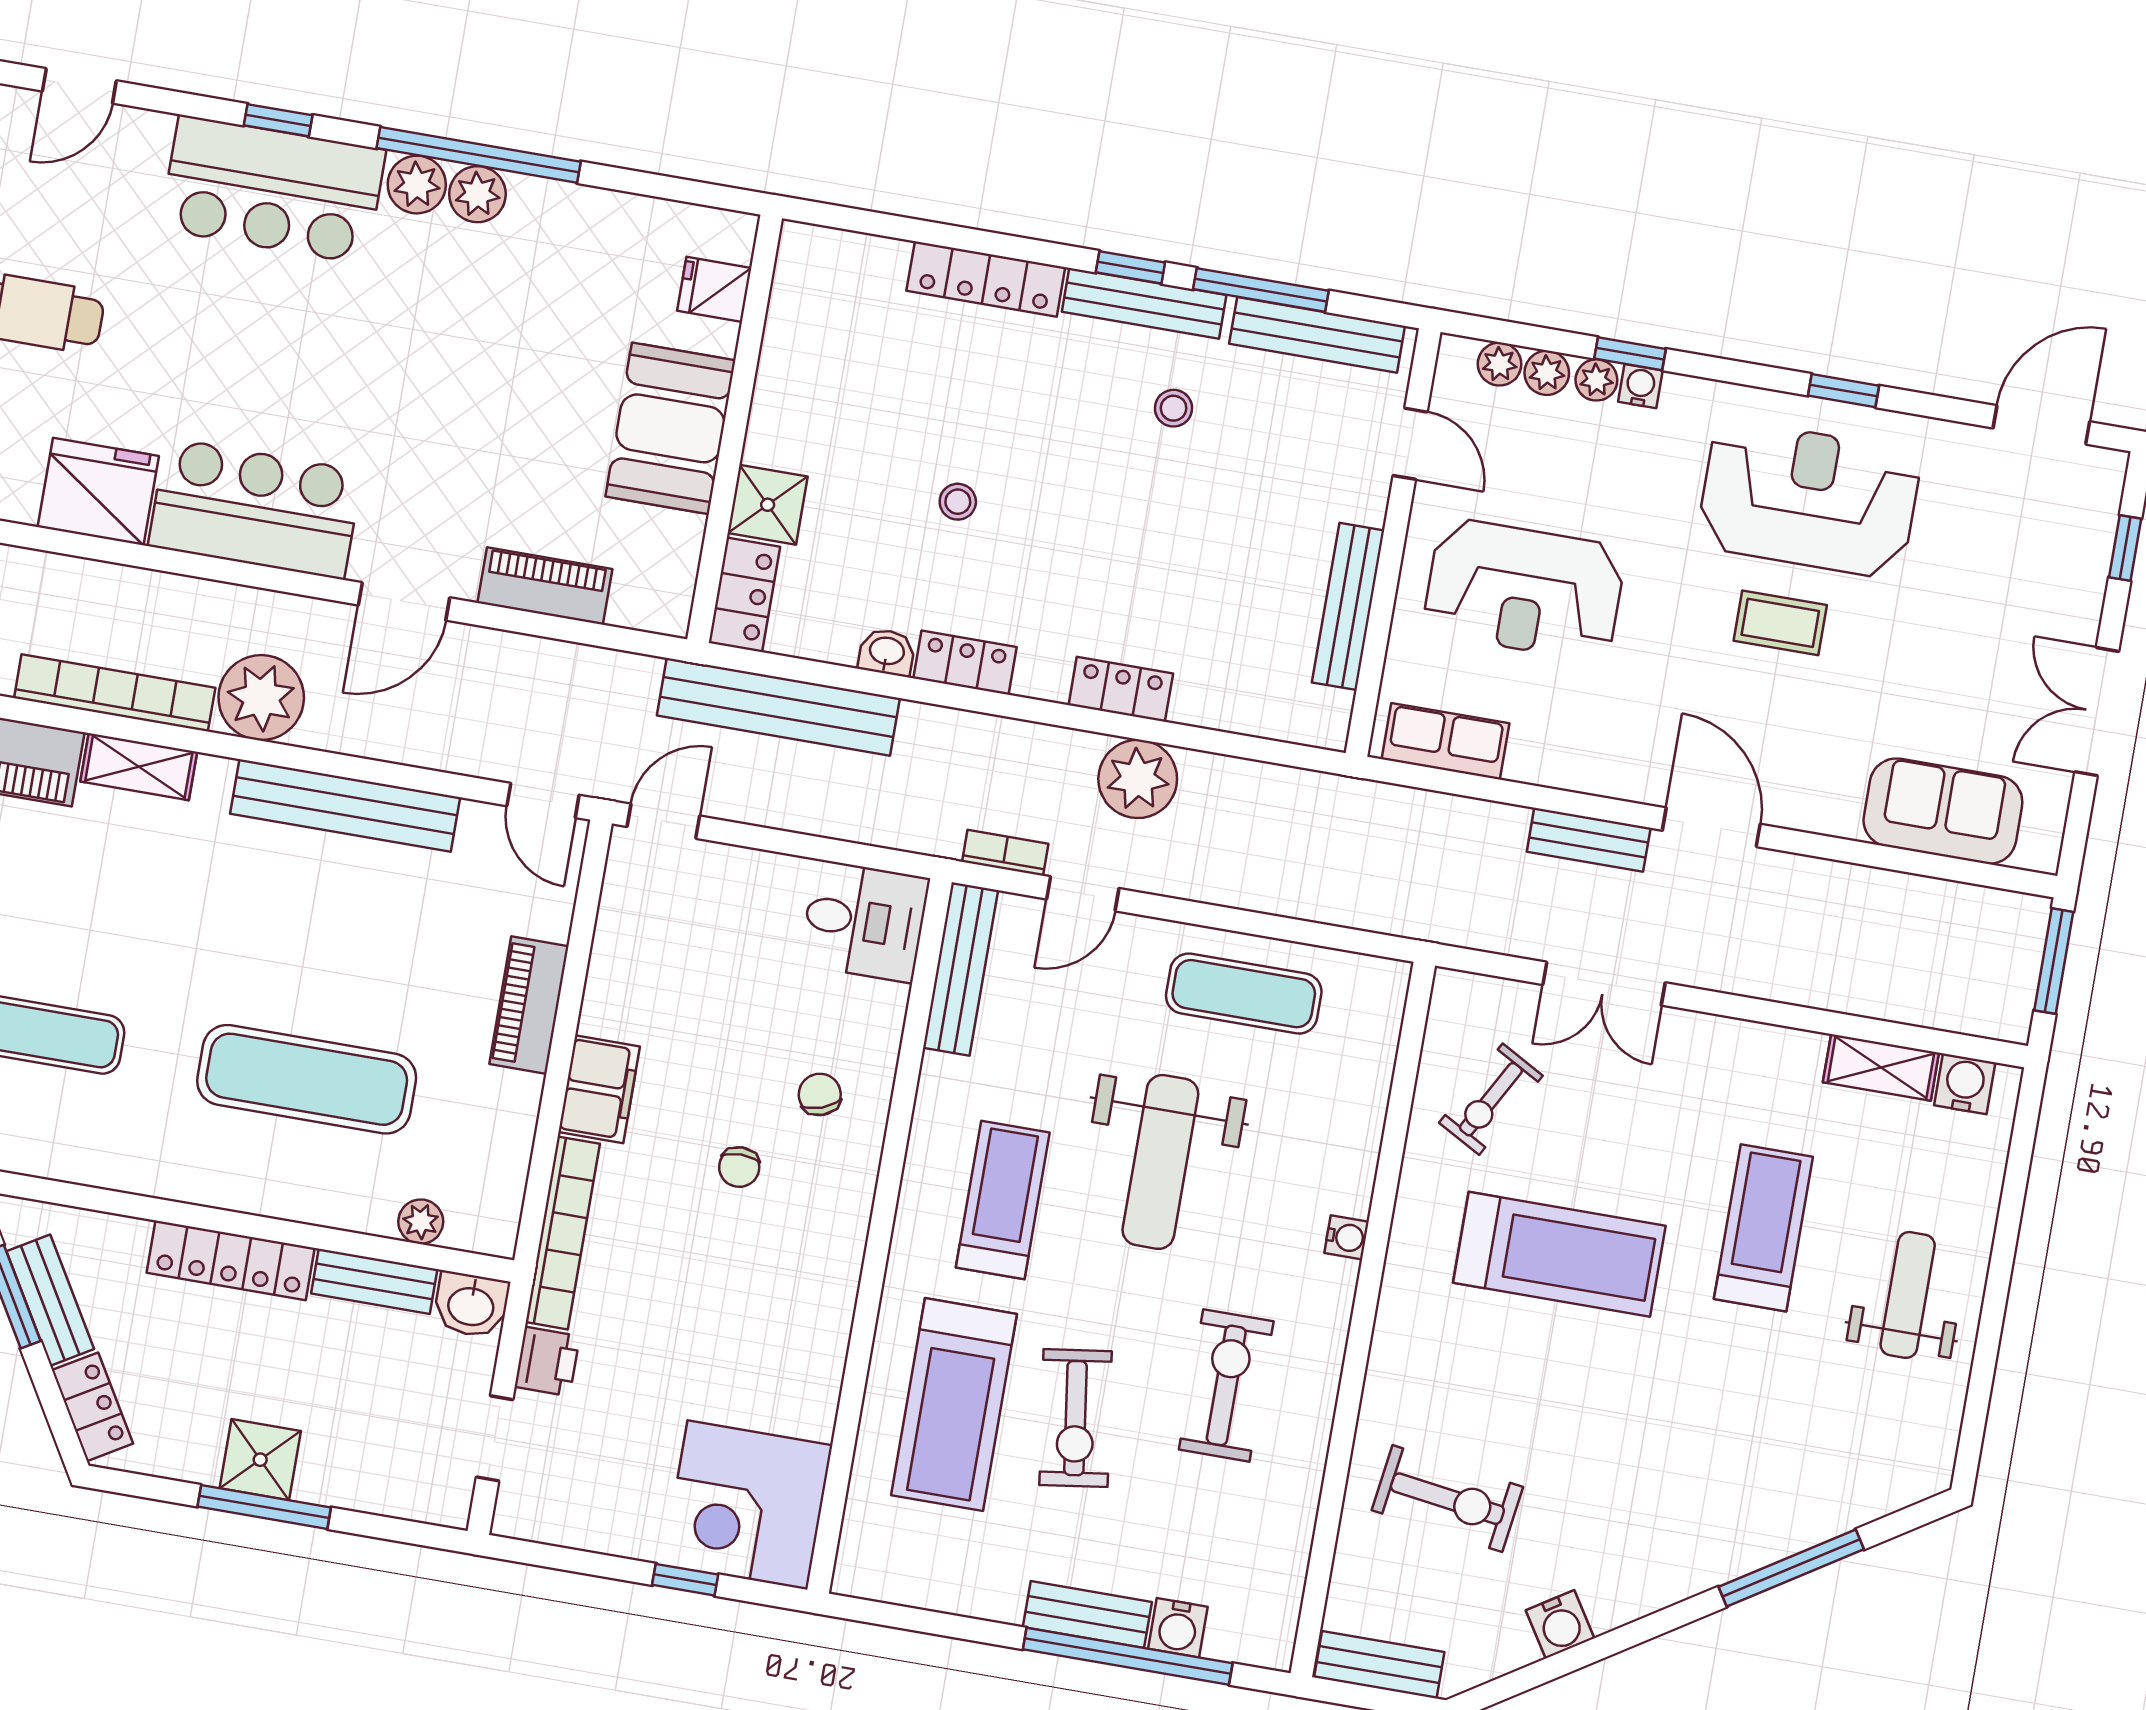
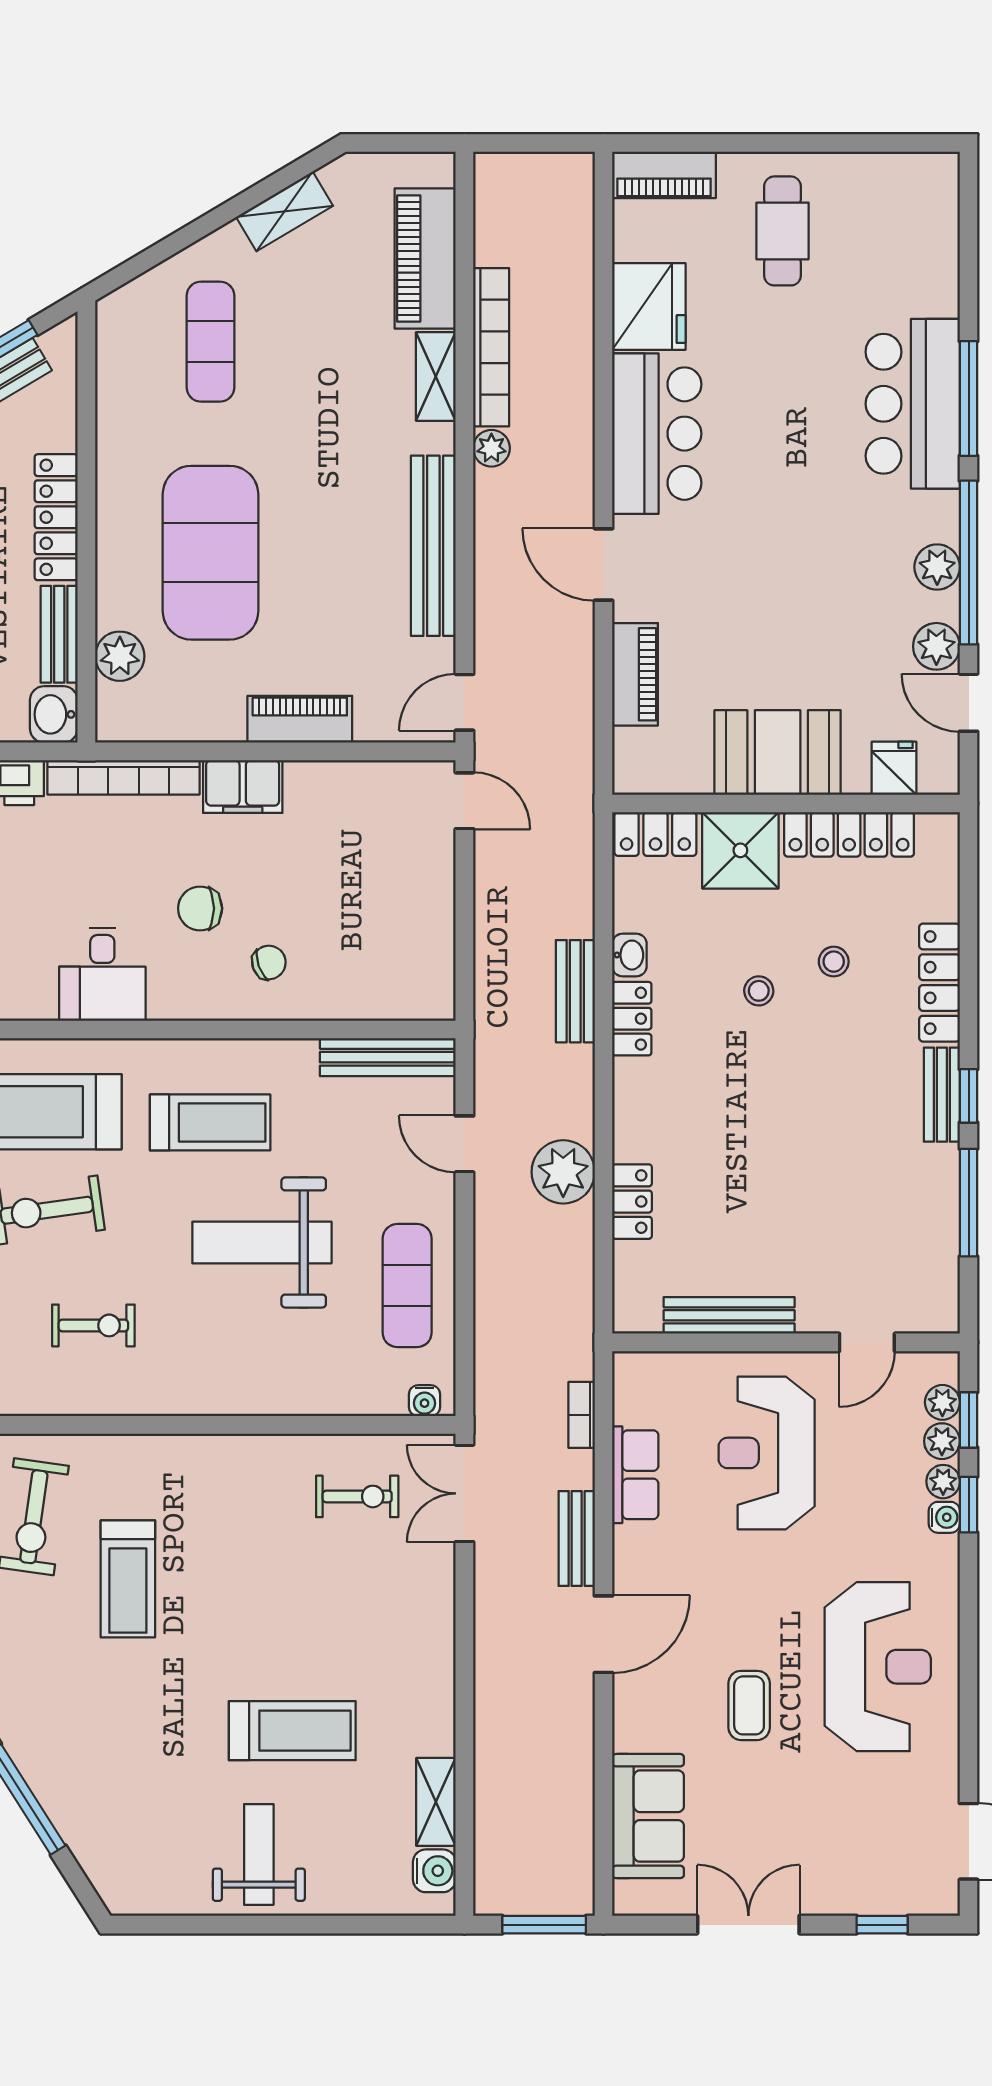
door: (79, 86) -> (969, 703), moved
window: (278, 120) -> (969, 398), width x2.17
plant: (417, 185) -> (936, 646), moved
bench: (1144, 303) -> (942, 1095), width x0.73
bench: (1317, 335) -> (941, 1253), removed
locker: (786, 358) -> (849, 834), added
window: (1844, 391) -> (969, 1420), moved
stool: (1174, 408) -> (834, 962), moved
shower: (768, 505) -> (740, 850), width x1.36, depth x1.36
coffee table: (1780, 623) -> (749, 1705), moved
locker: (1121, 689) -> (632, 1202), moved
plant: (261, 698) -> (491, 448), width x0.53, depth x0.53
bench: (778, 707) -> (575, 991), moved, width x0.54, depth x0.82
row of seats: (1445, 741) -> (635, 1475), moved
bookcase: (1005, 853) -> (582, 1415), moved, turned 180
desk: (864, 921) -> (102, 974), moved
double door: (1604, 984) -> (464, 1493), moved
exercise mat: (307, 1079) -> (210, 553), width x1.47
exercise bike: (1491, 1099) -> (357, 1496), turned 151
chair: (739, 1167) -> (200, 908), width x1.37, depth x1.37
plant: (421, 1222) -> (120, 656), width x1.38, depth x1.38
water cooler: (1347, 1237) -> (424, 1401), moved
treadmill: (1559, 1254) -> (128, 1579), moved, width x0.73, depth x0.73
weight bench: (1908, 1295) -> (259, 1854), turned -90
exercise bike: (1226, 1385) -> (93, 1325), width x0.73, depth x0.72

